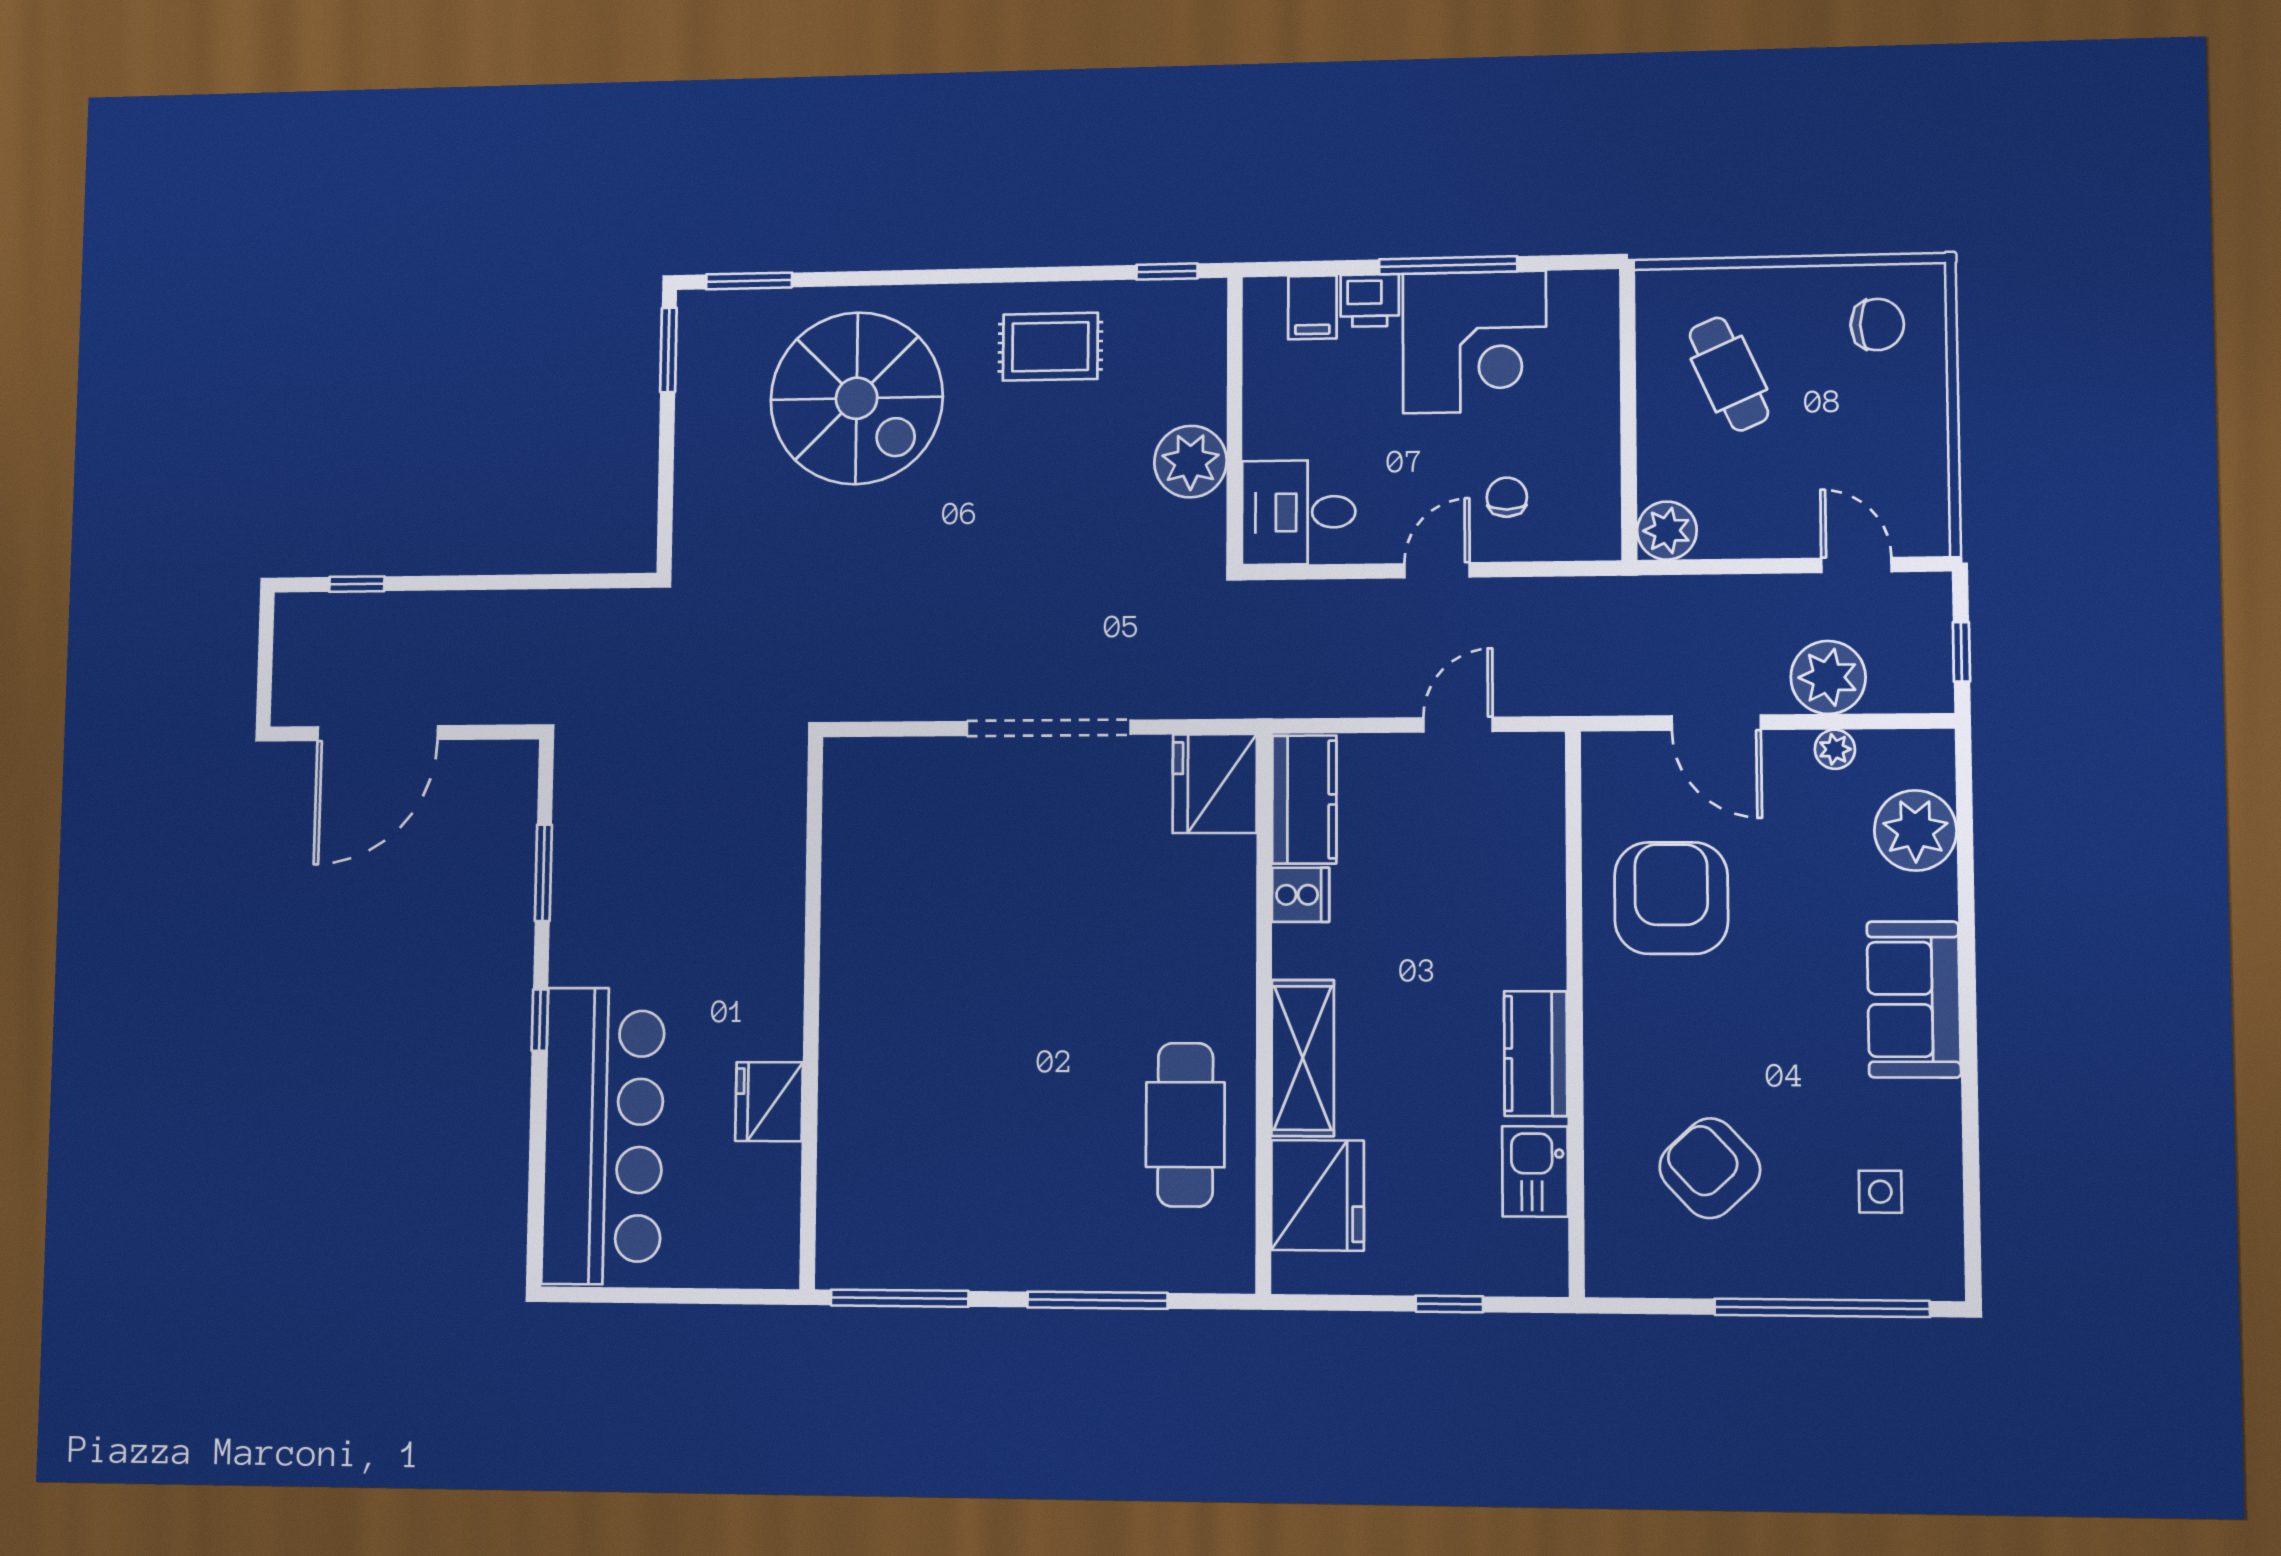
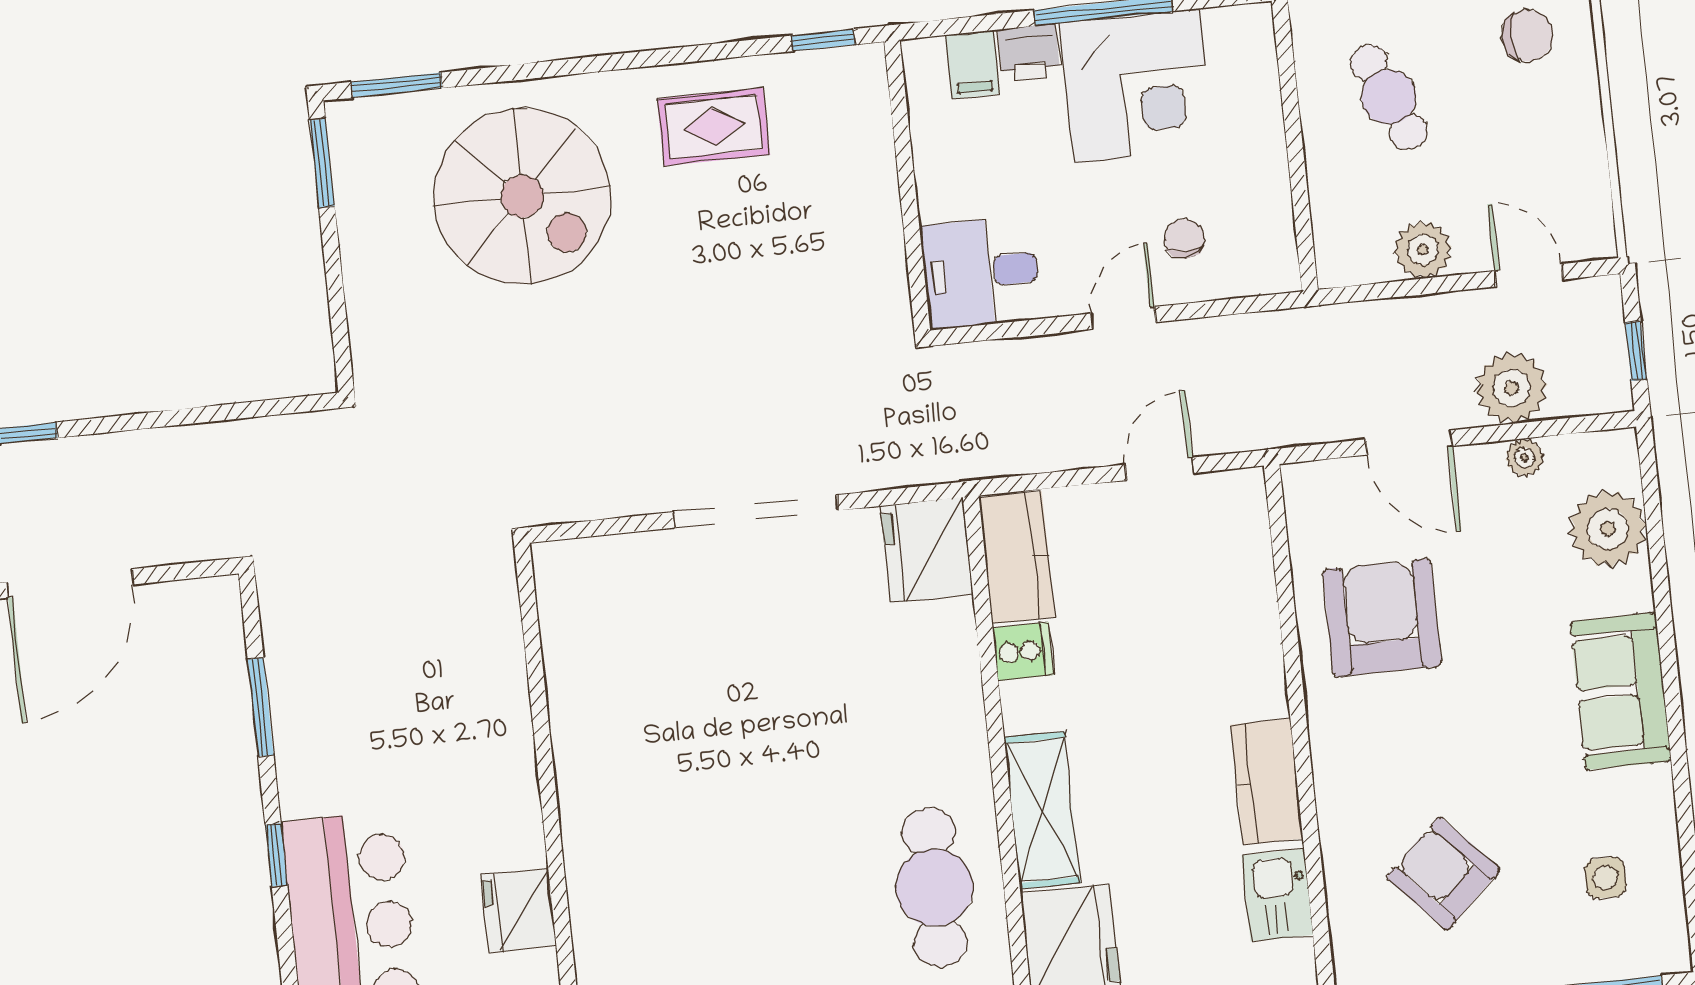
plant: (1190, 462) -> (868, 231), removed
plant: (1667, 531) -> (1423, 250), moved

